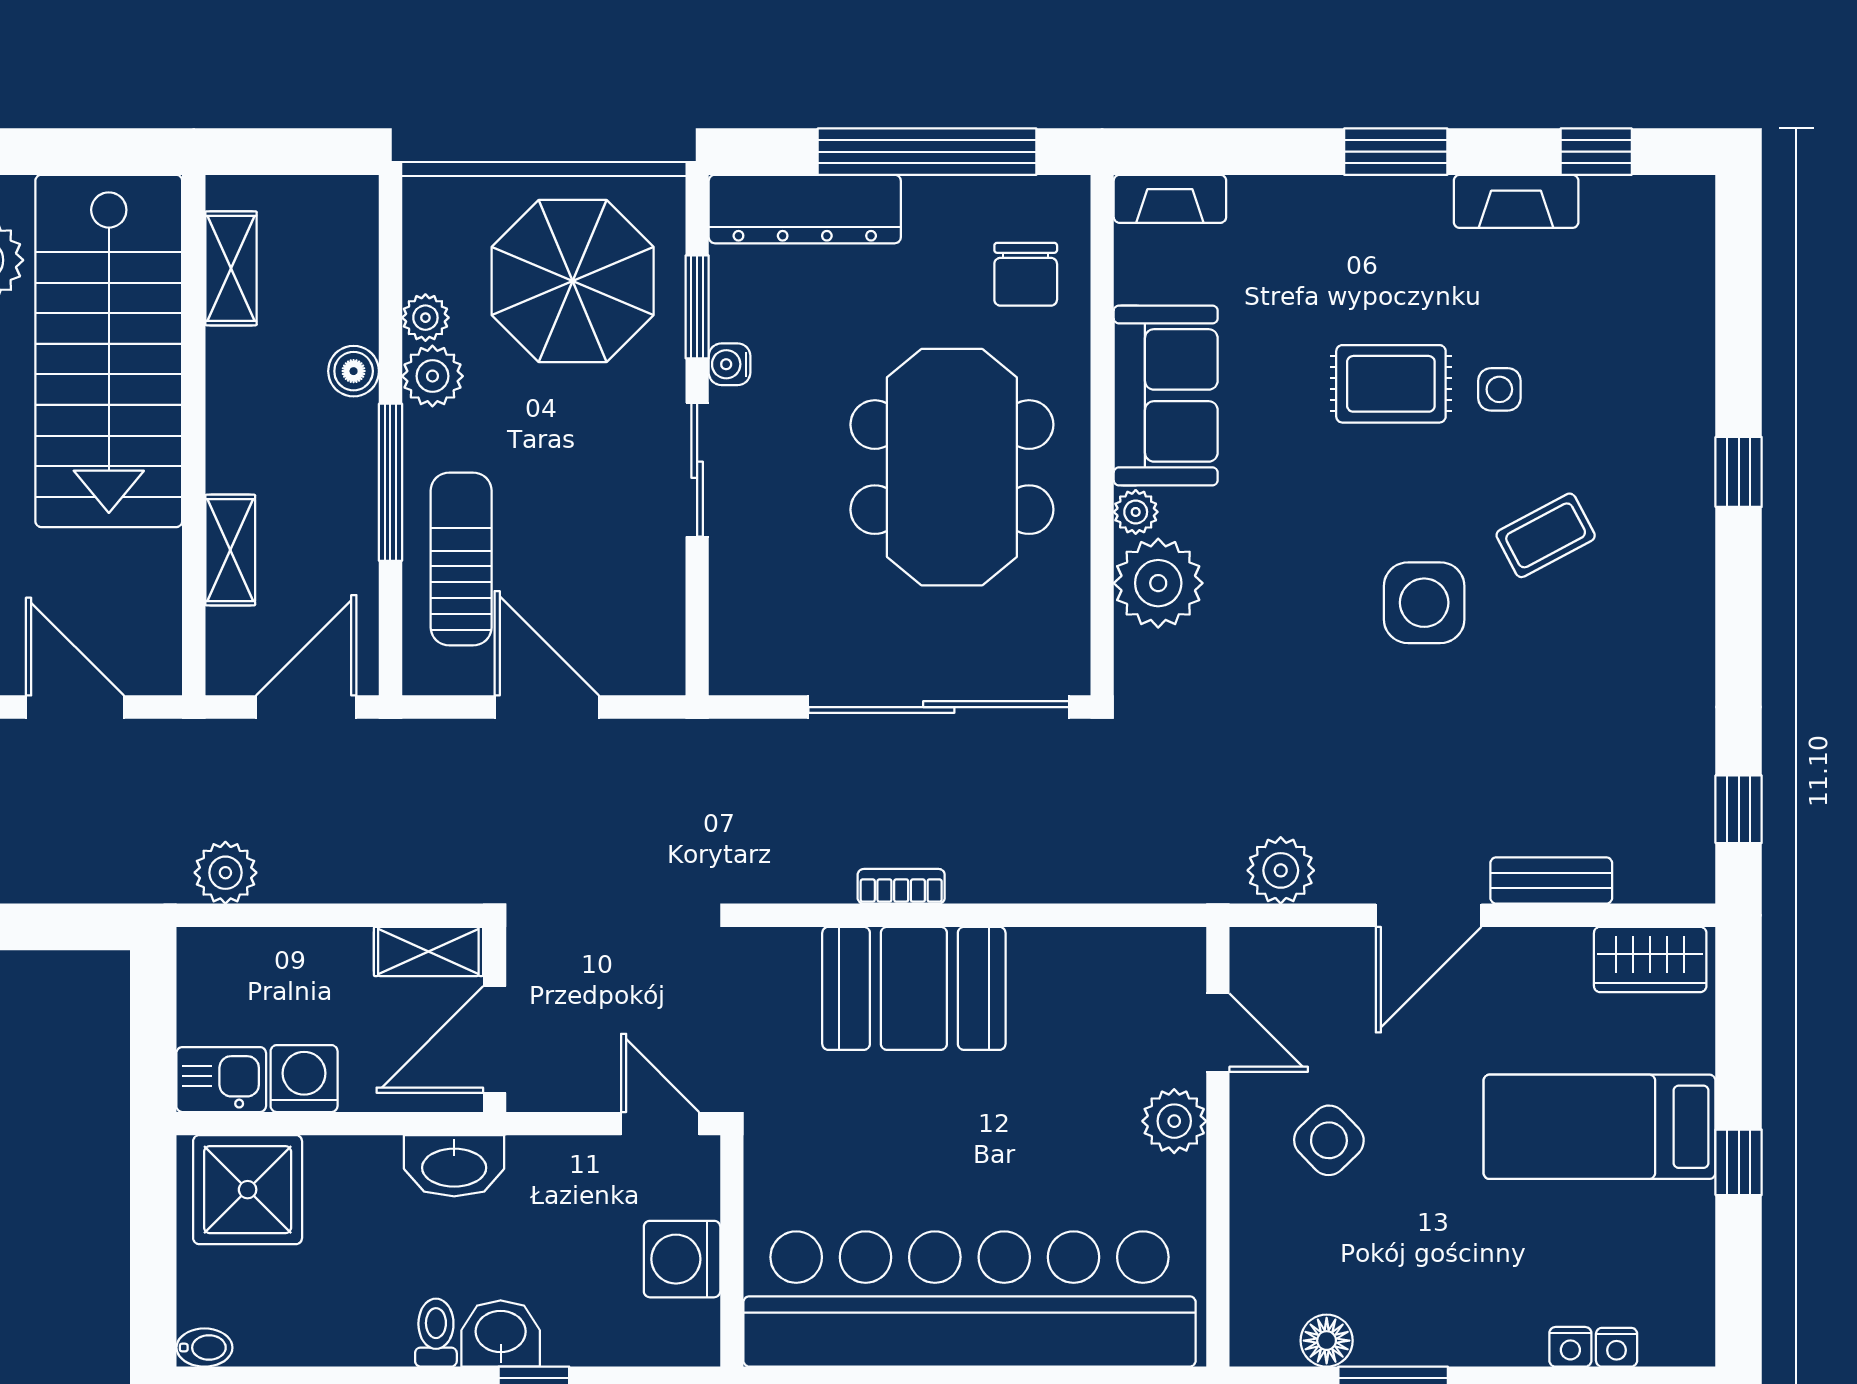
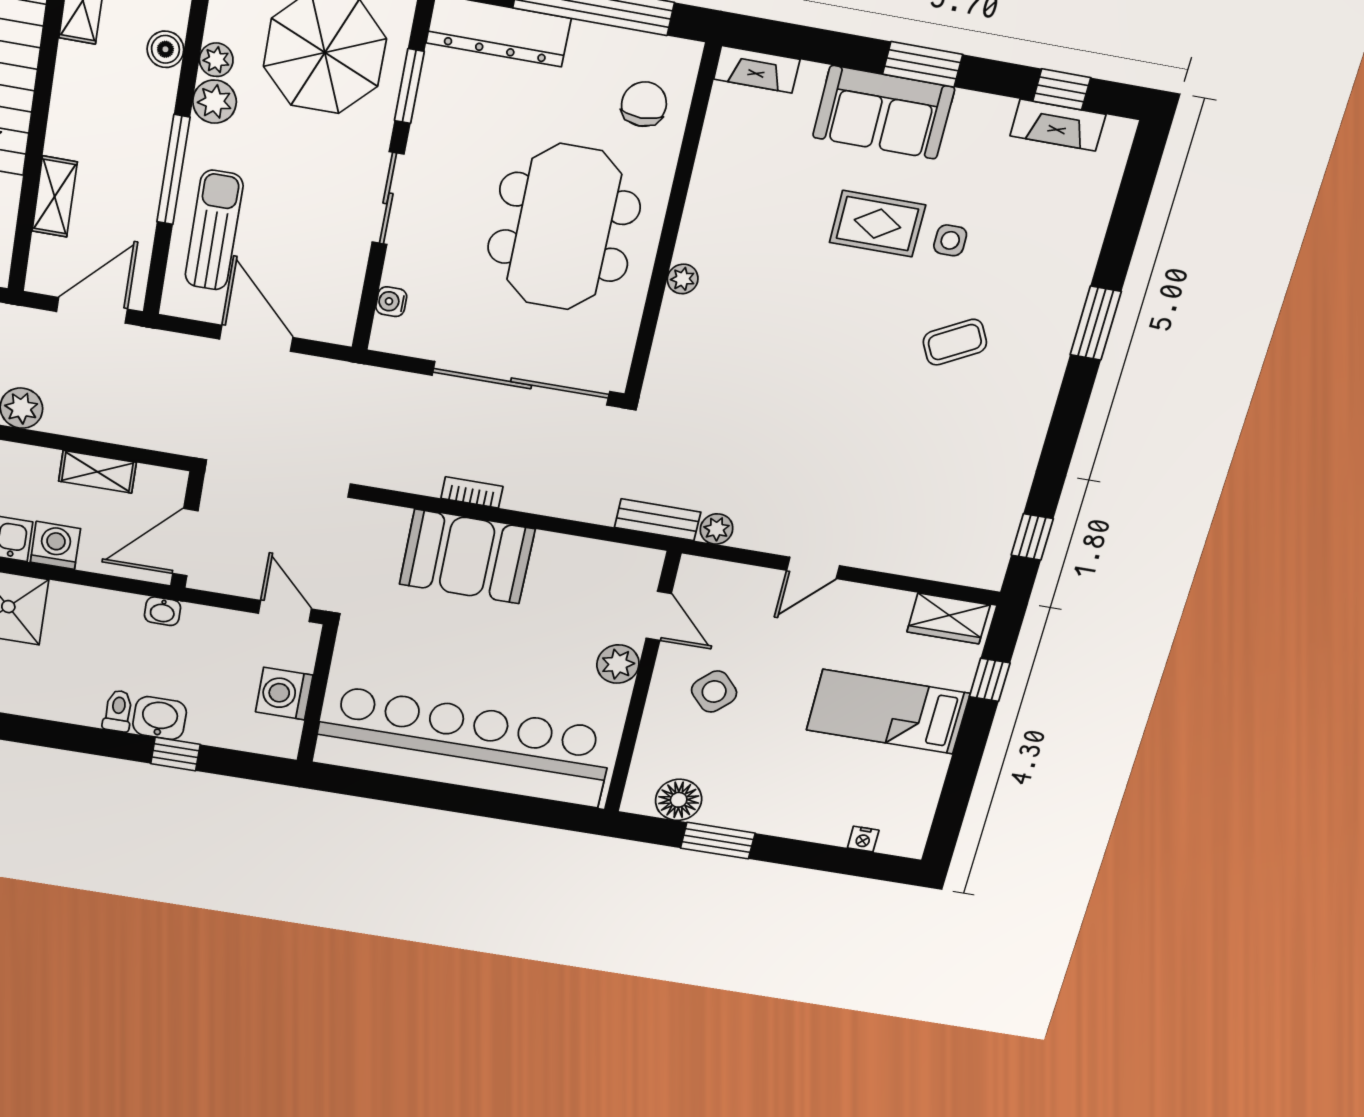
fireplace: (1516, 201) -> (1058, 125), moved
chair: (1026, 274) -> (644, 104), turned 180
water cooler: (730, 364) -> (391, 302), moved
boiler: (354, 371) -> (165, 49), moved
sofa: (1166, 395) -> (884, 112), moved, turned 90
window: (1739, 472) -> (1096, 323), width x1.50
plant: (1158, 583) -> (687, 328), removed
side table: (1424, 603) -> (862, 372), removed
plant: (1281, 870) -> (717, 529), width x0.73, depth x0.73
bench: (1551, 881) -> (658, 520), moved
door: (1429, 915) -> (813, 568), width x0.73
shelving: (428, 951) -> (97, 472), moved
window: (1739, 1162) -> (990, 680), moved
washbasin: (454, 1166) -> (163, 611), width x0.52, depth x0.69
floor lamp: (1327, 1341) -> (679, 800), width x1.38, depth x1.38
nightstand: (1570, 1347) -> (835, 834), removed

